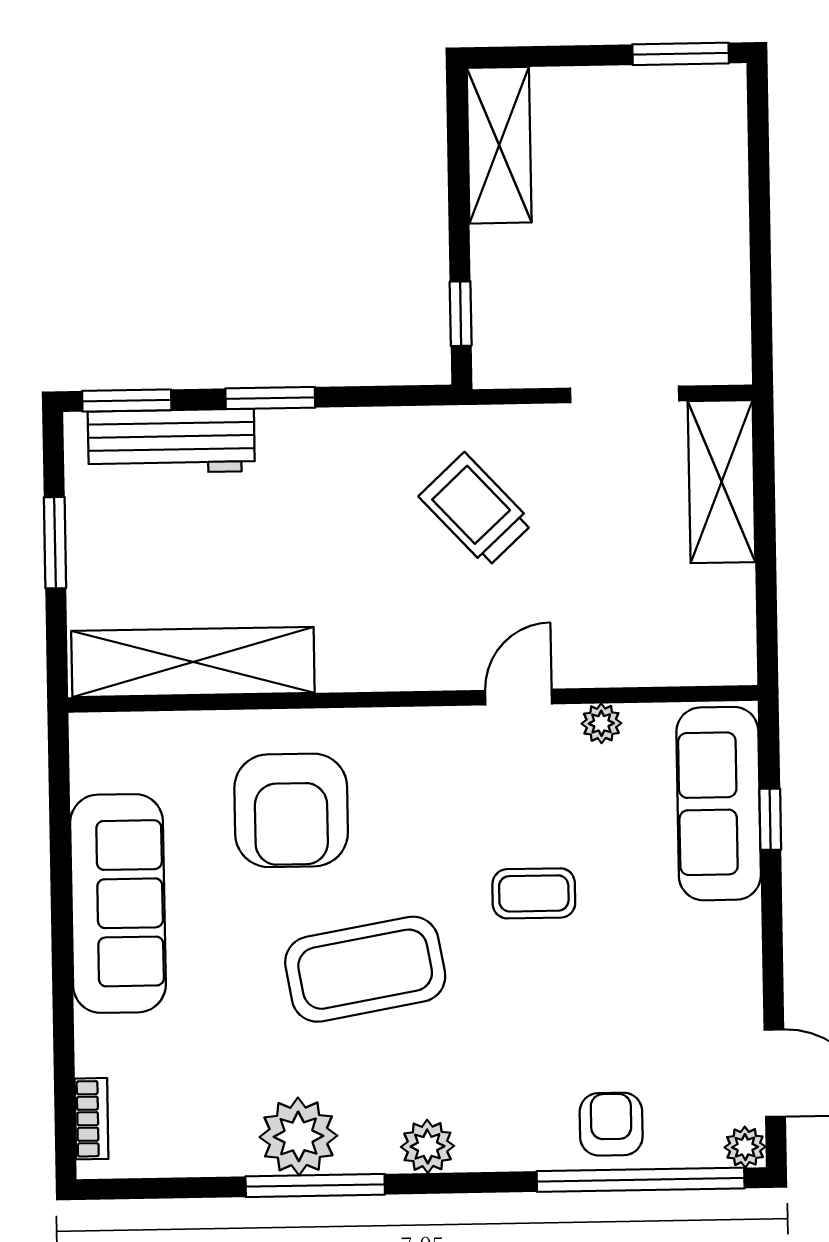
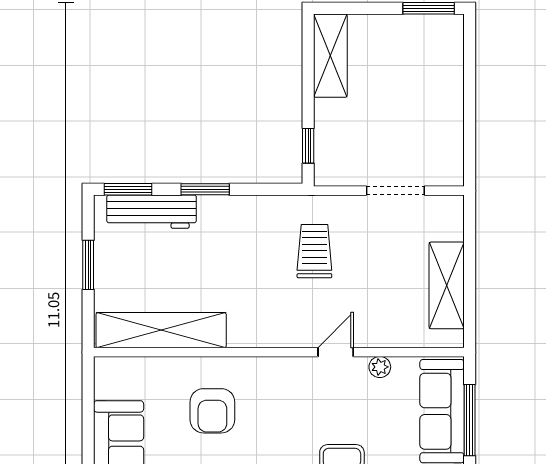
shelving: (722, 482) -> (447, 285), moved
trolley: (476, 510) -> (314, 251), turned 43
armchair: (291, 810) -> (212, 411), width x0.73, depth x0.73
window: (770, 819) -> (470, 420), width x2.17

